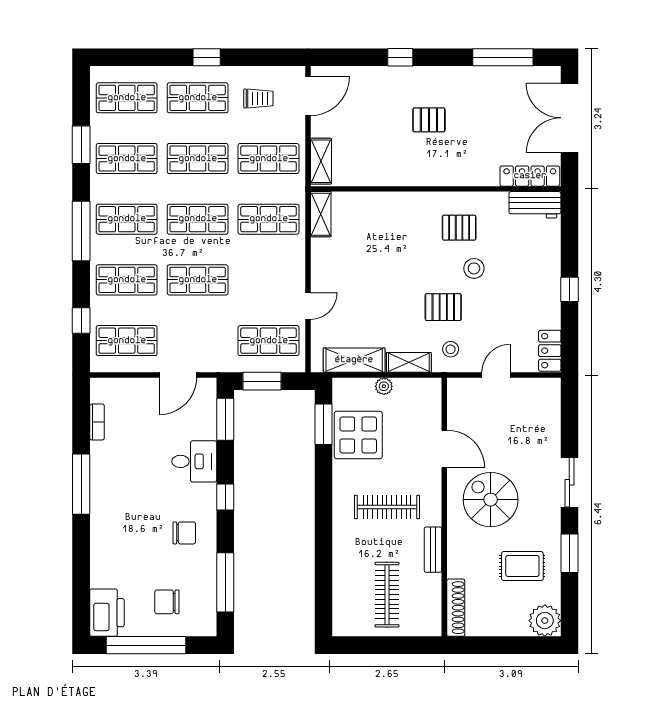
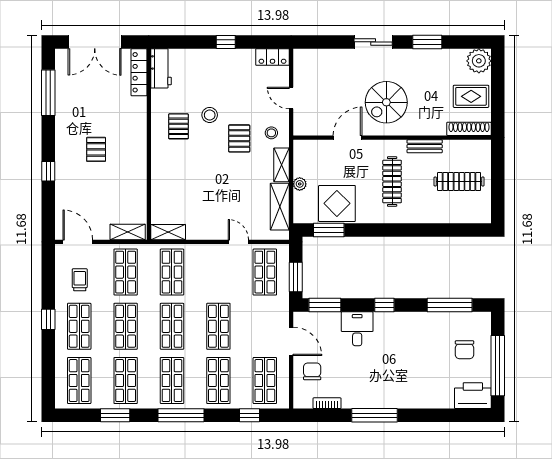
chair: (184, 533) -> (312, 371), moved
rug: (522, 566) -> (471, 96), moved, turned 90

